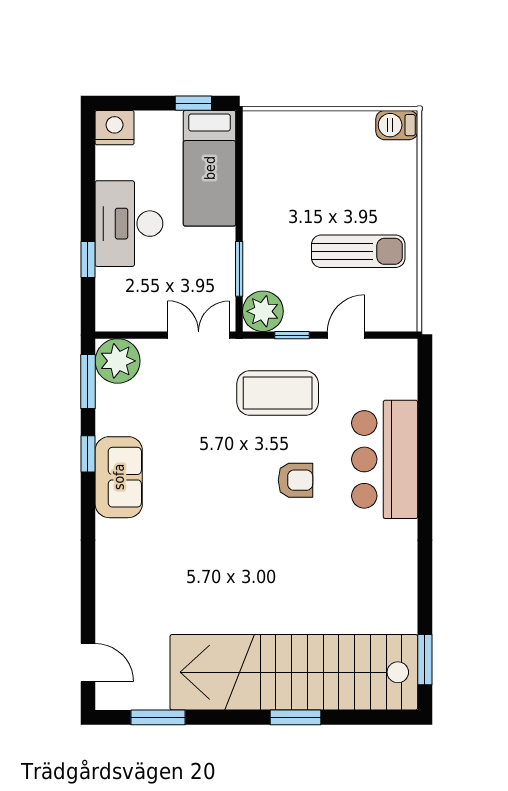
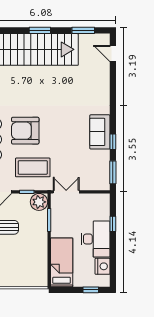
window: (193, 103) -> (91, 290), moved
nightstand: (115, 128) -> (103, 266), moved, turned -90
double door: (199, 335) -> (66, 192), swing flipped
plant: (118, 361) -> (100, 181), removed
armchair: (295, 480) -> (25, 131), width x1.88, depth x1.88
window: (295, 717) -> (40, 30), moved

